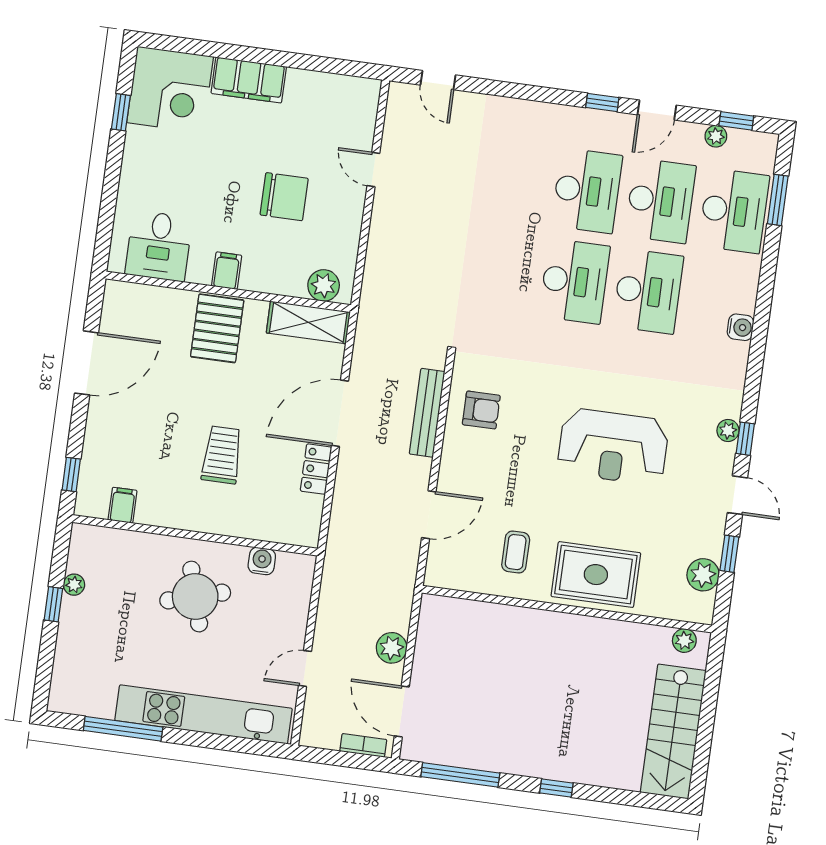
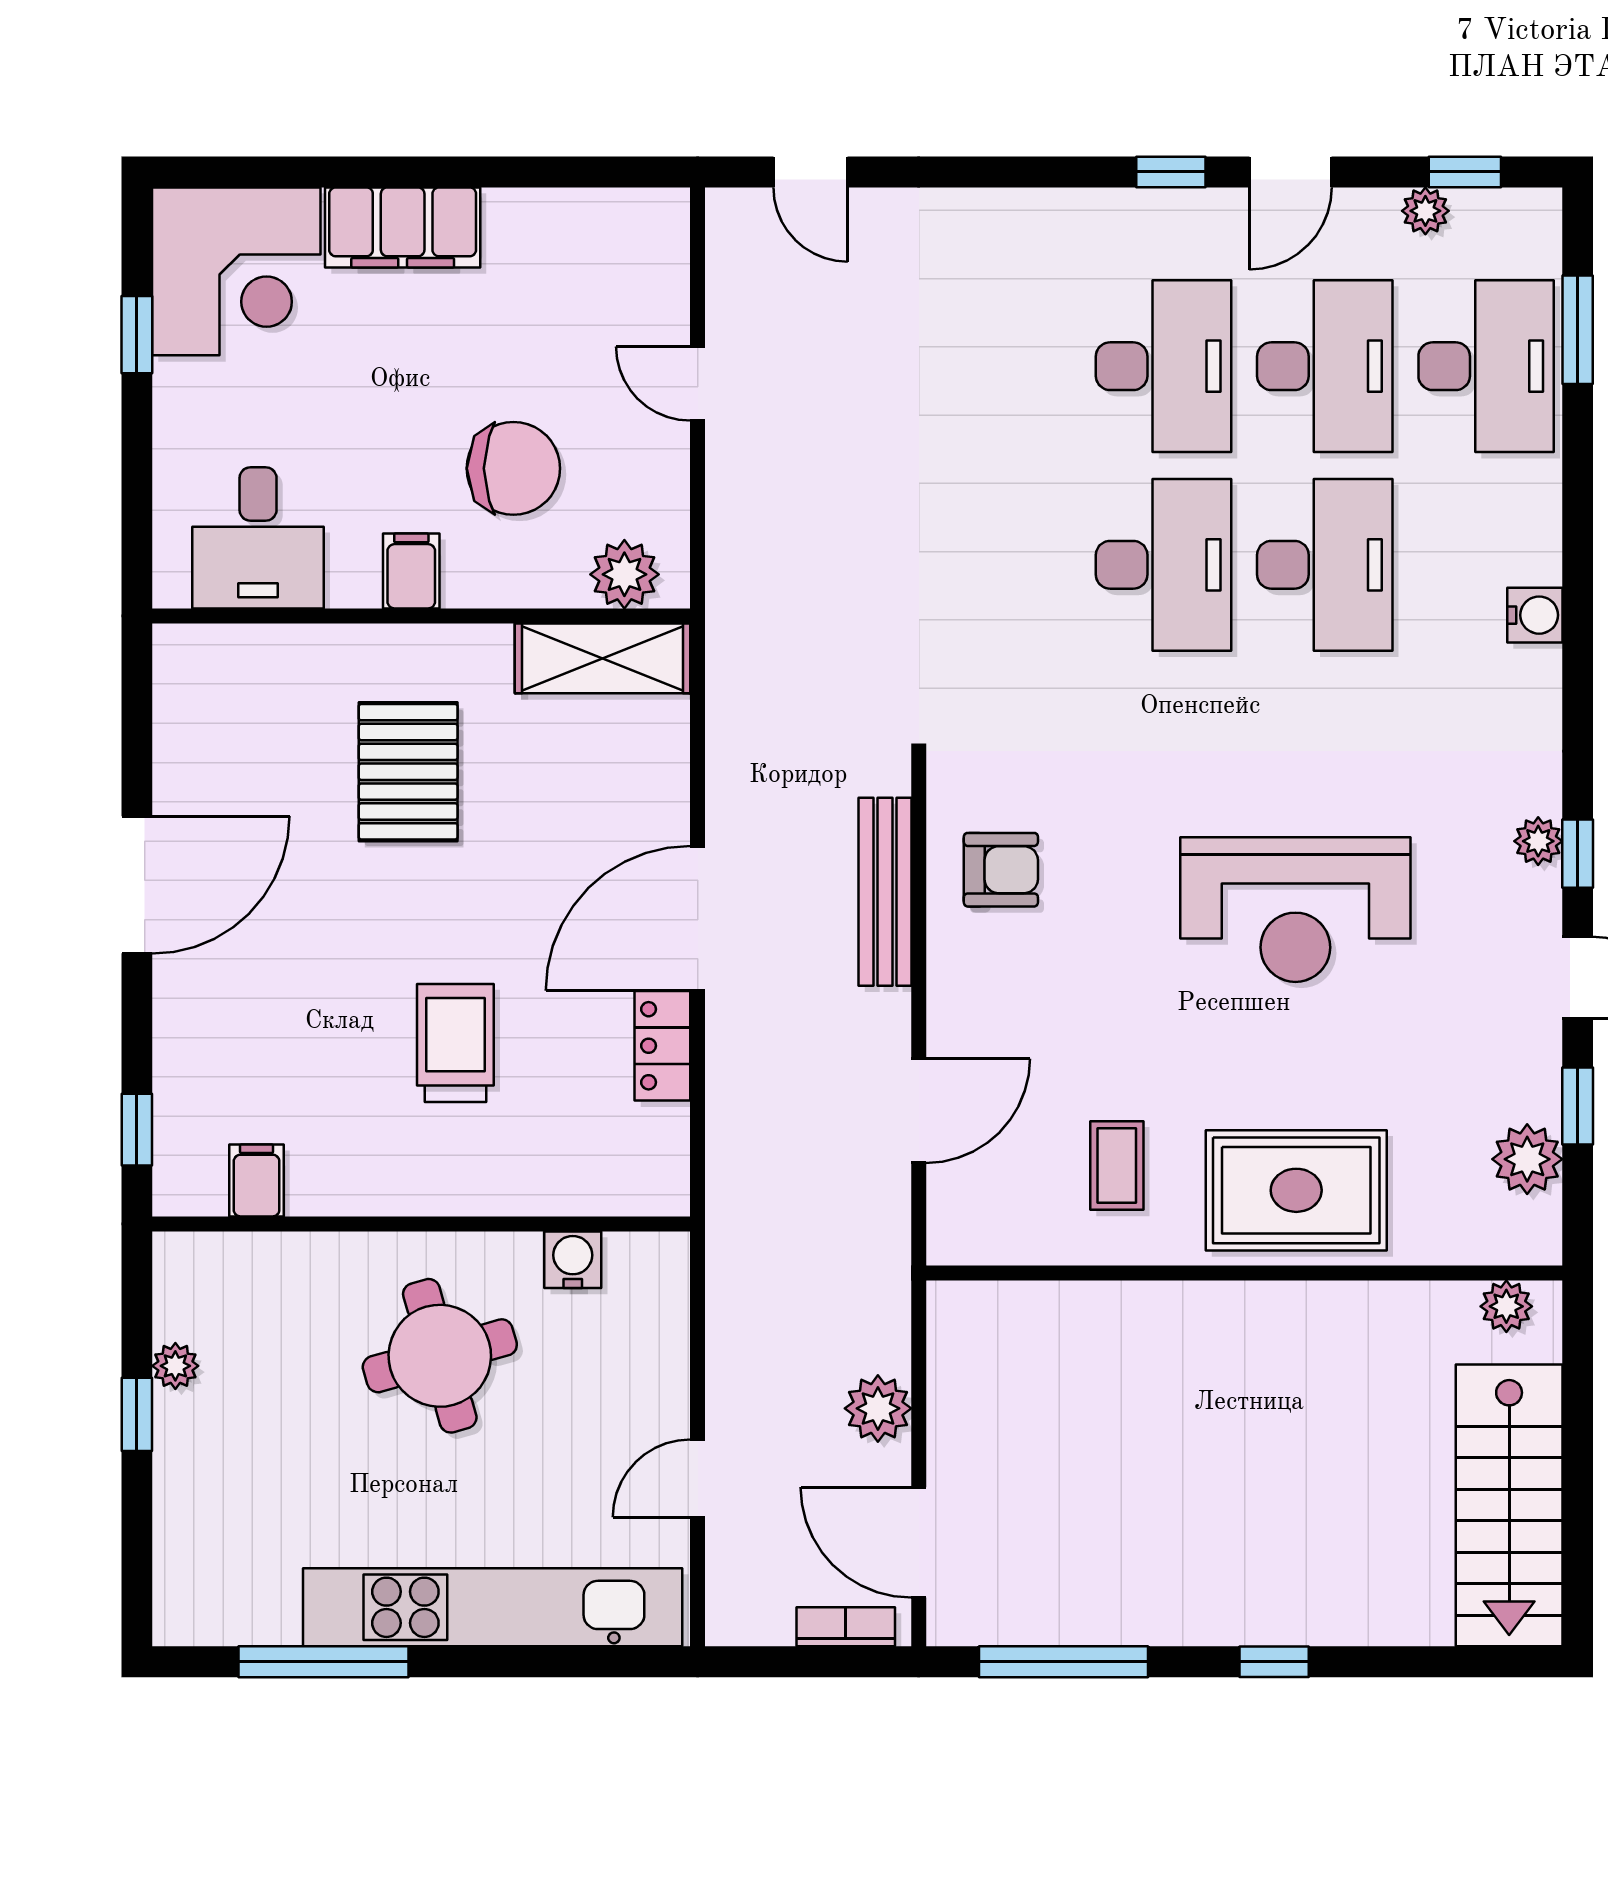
desk: (159, 246) -> (258, 538), moved
filing cabinet: (227, 271) -> (411, 571), moved
plant: (324, 285) -> (624, 574), moved
wall: (228, 292) -> (421, 616), moved
shelving: (308, 322) -> (603, 658), moved

